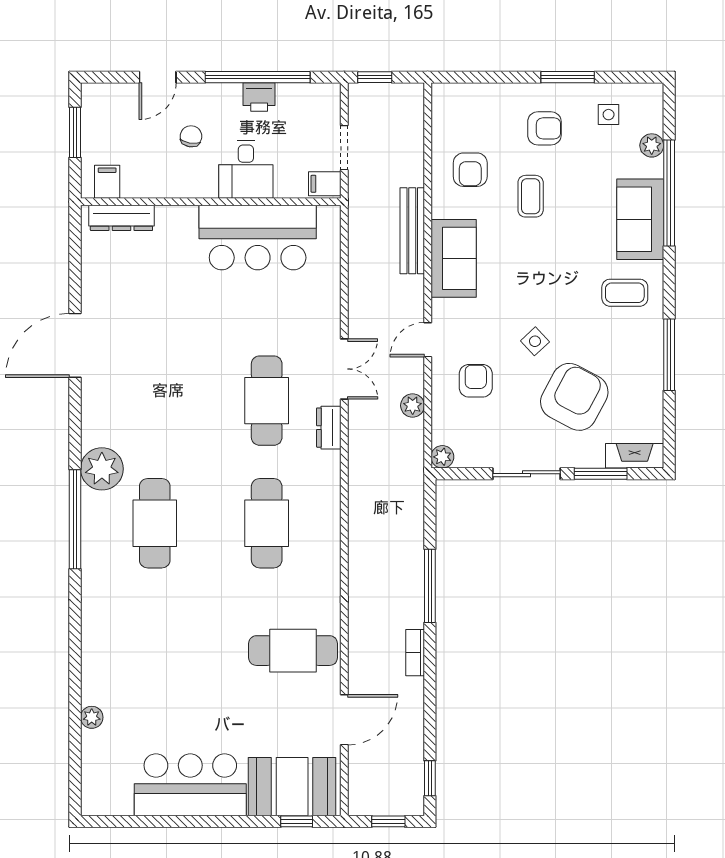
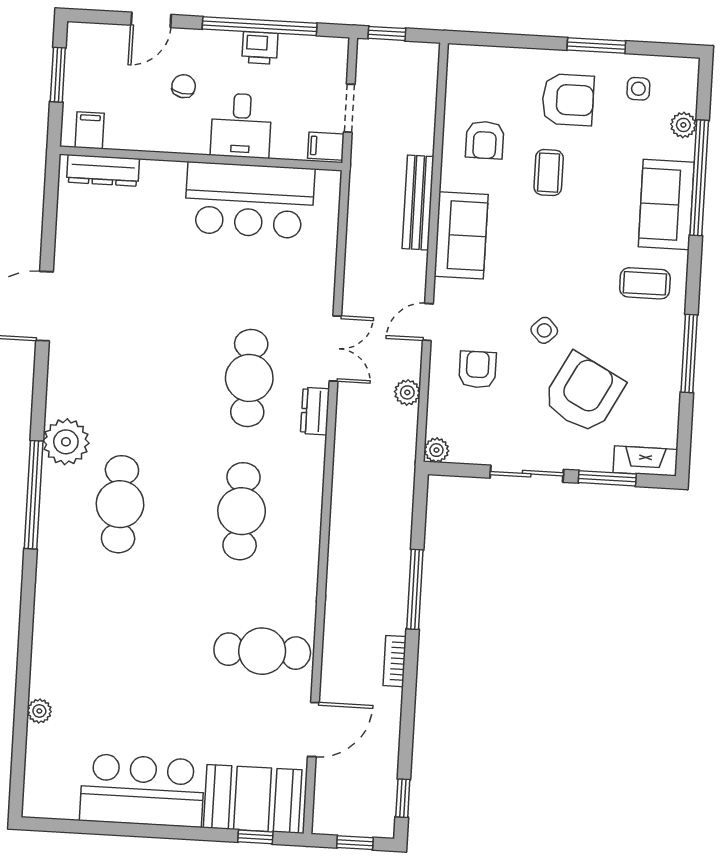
armchair: (544, 128) -> (568, 100), width x1.38, depth x1.38

